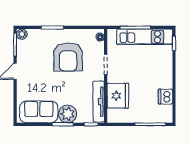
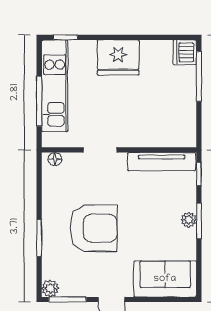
armchair: (68, 57) -> (94, 228), moved
fridge: (118, 96) -> (118, 57), moved, turned 180
dishwasher: (165, 97) -> (185, 52), moved, turned 90
sofa: (39, 112) -> (165, 279), moved, turned 90
plant: (68, 114) -> (189, 220), width x0.53, depth x0.53

